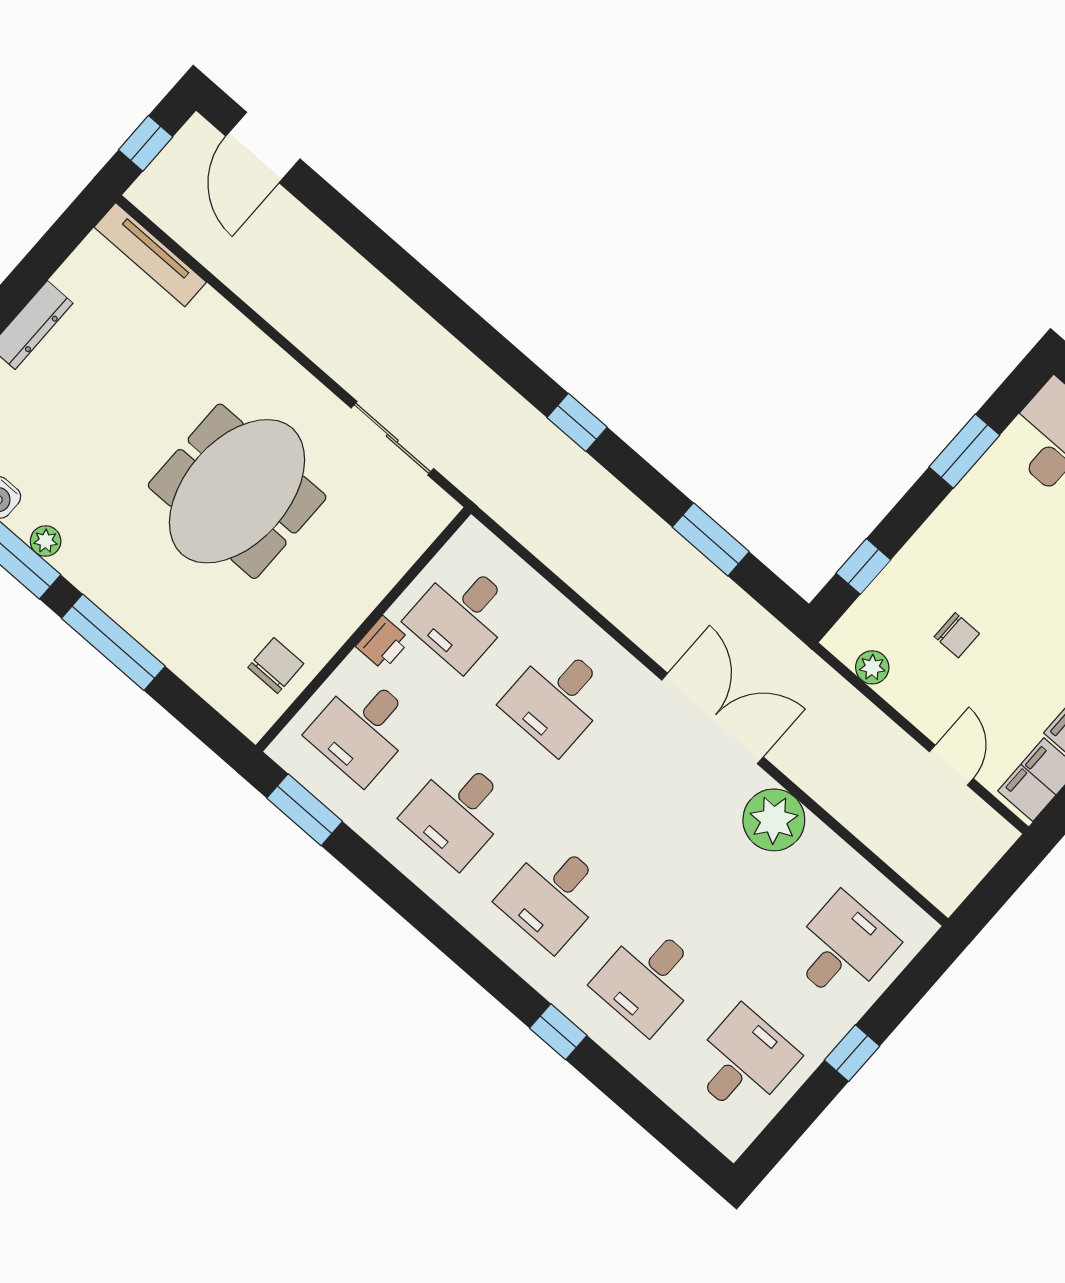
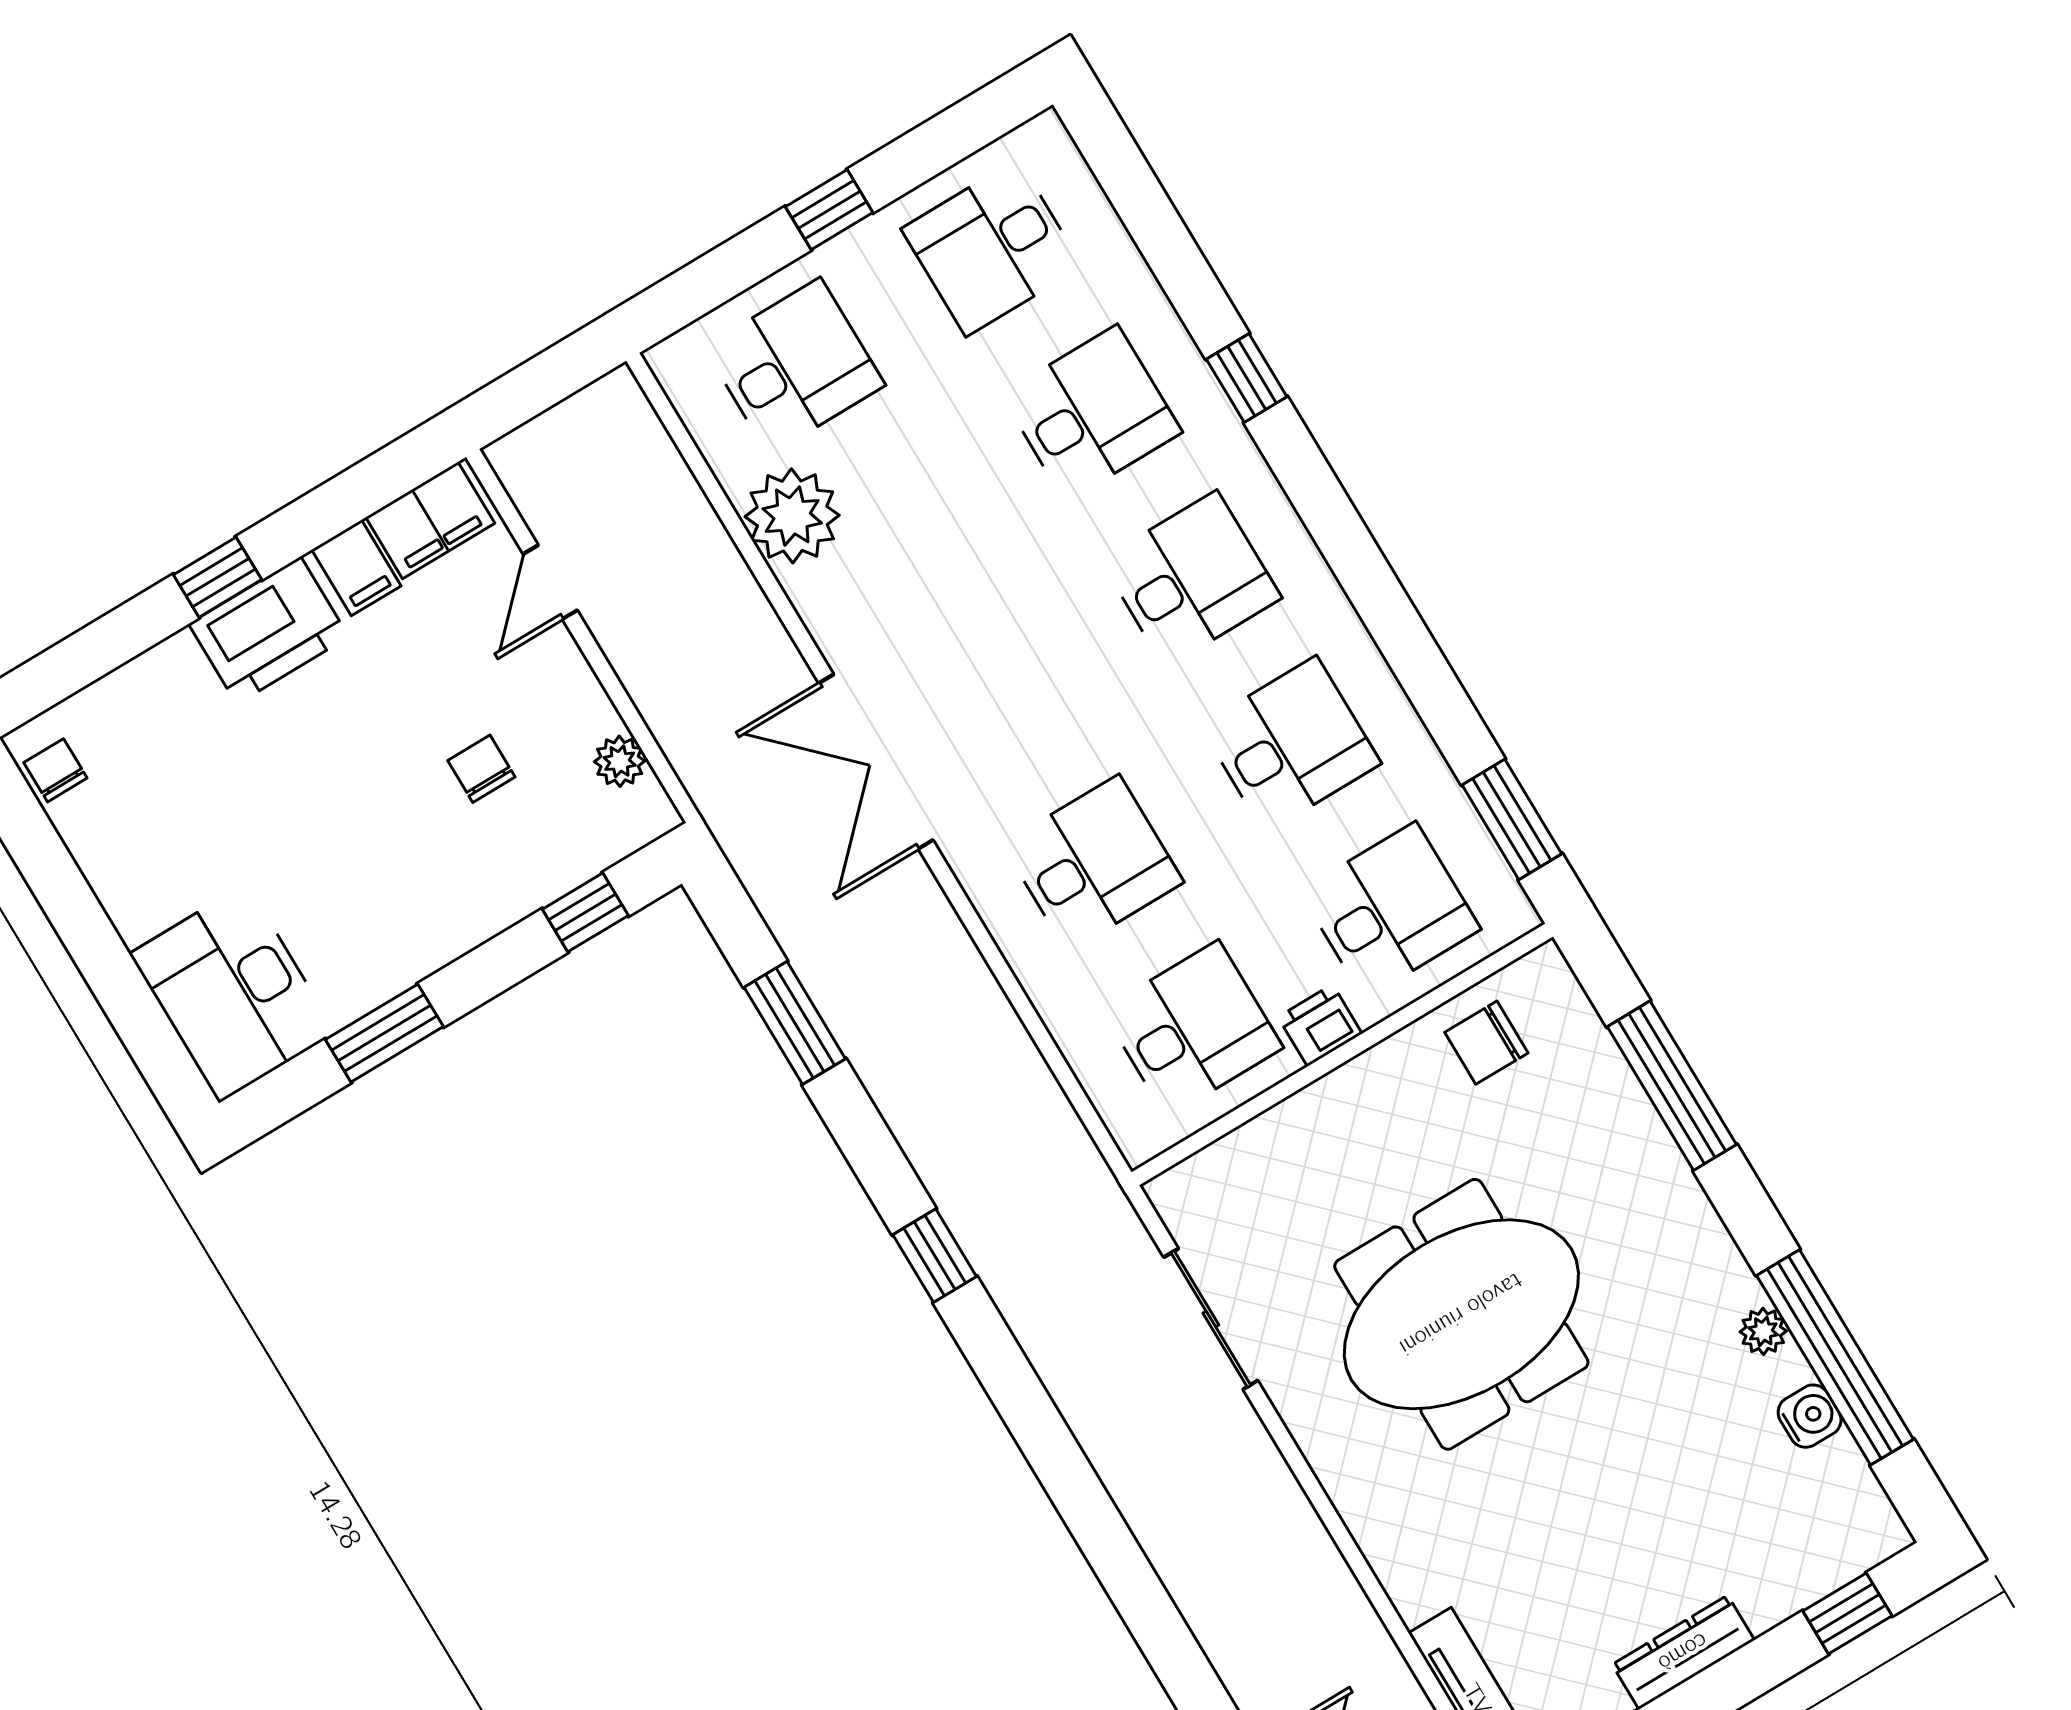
window: (113, 642) -> (1672, 1086), moved
plant: (774, 820) -> (792, 516), moved
desk: (842, 949) -> (794, 366), turned 180

